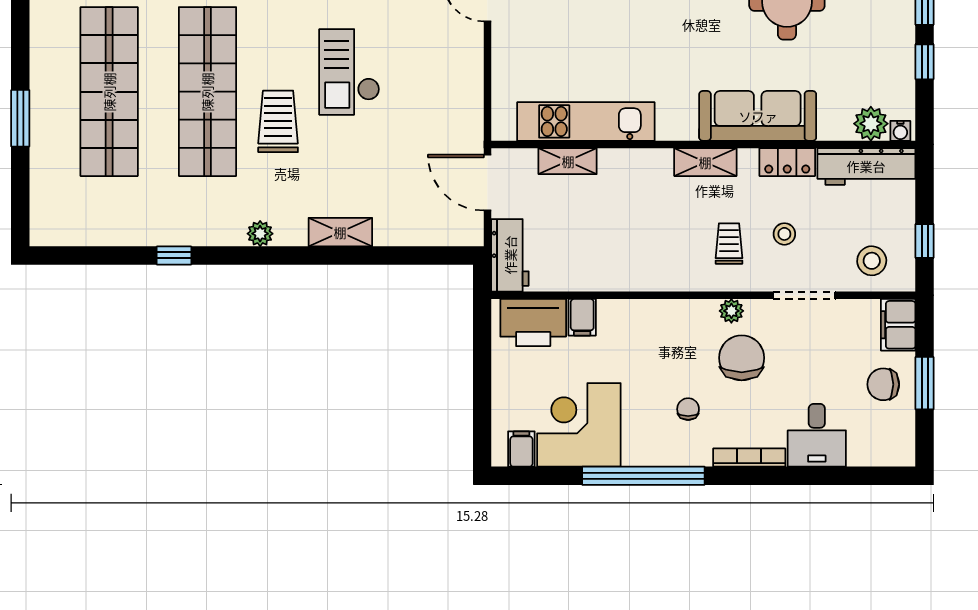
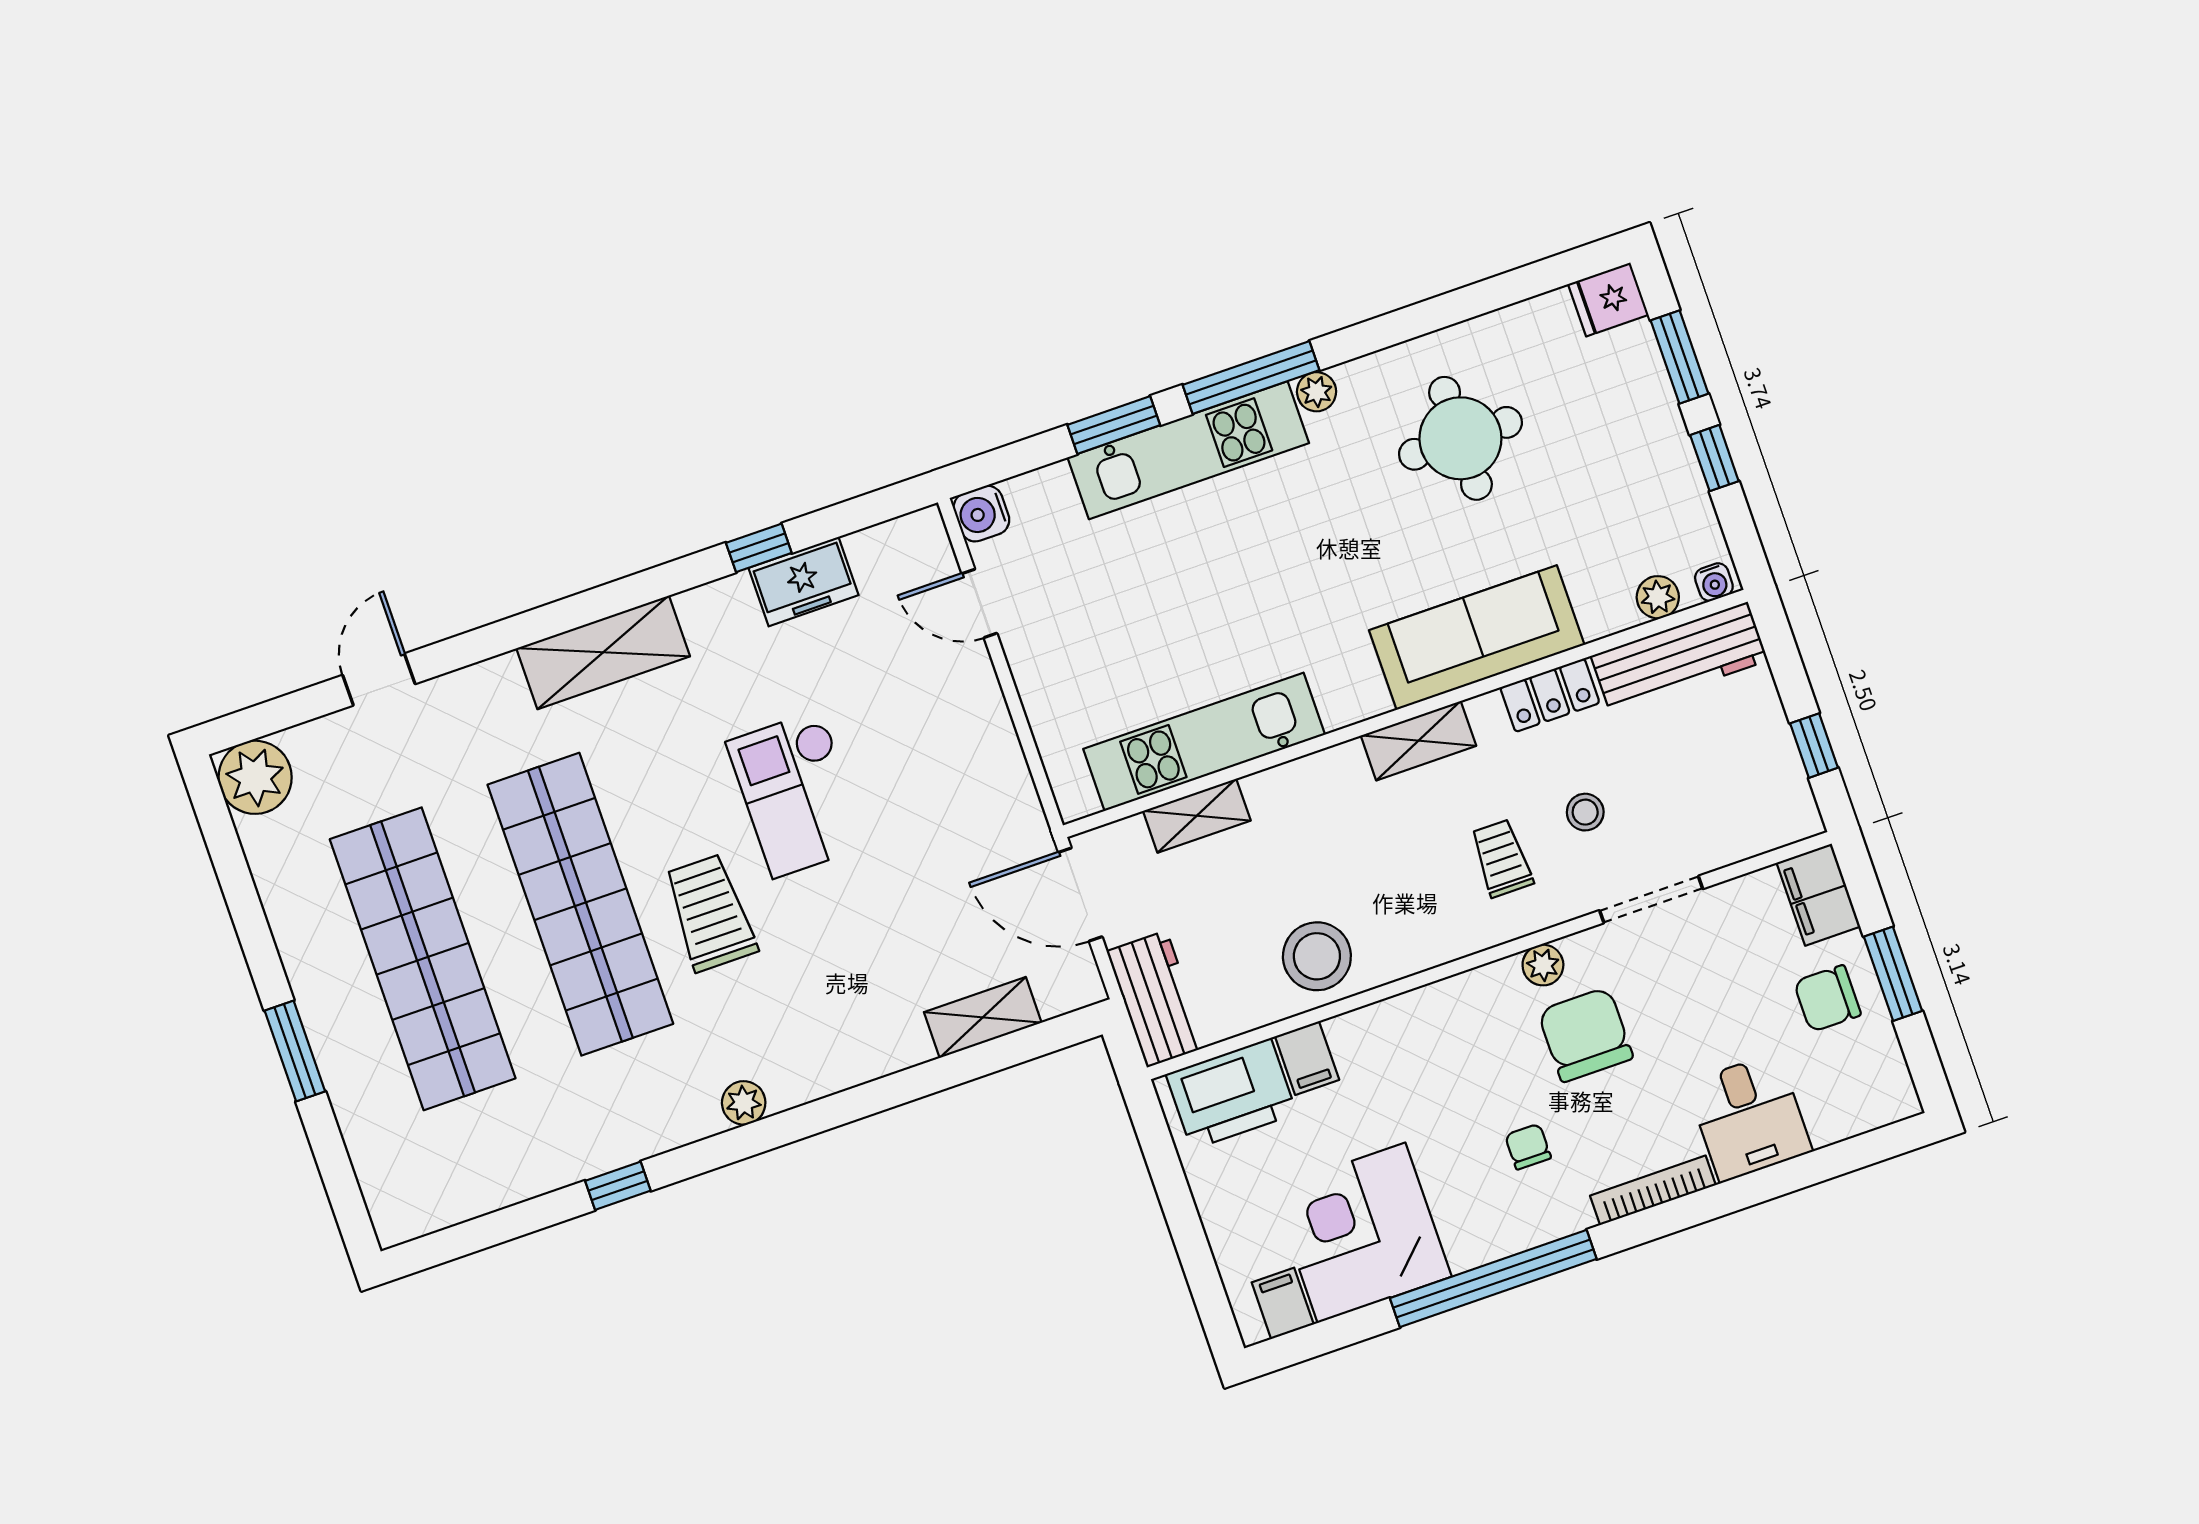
plant: (871, 124) -> (1658, 597), width x0.73, depth x0.73
shelving: (340, 232) -> (983, 1017), moved
stool: (872, 261) -> (1317, 956), moved, width x1.38, depth x1.38

